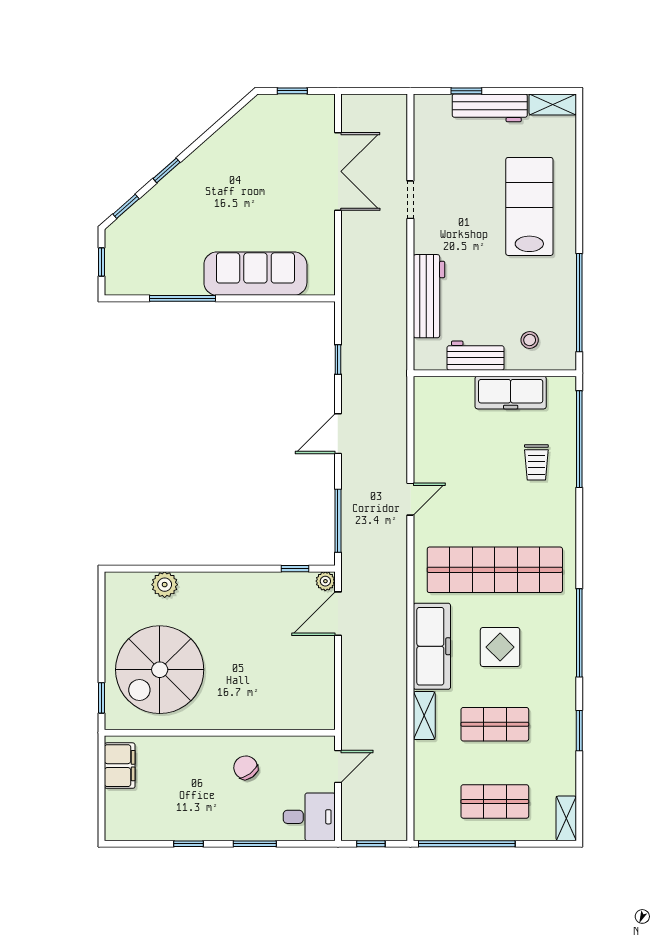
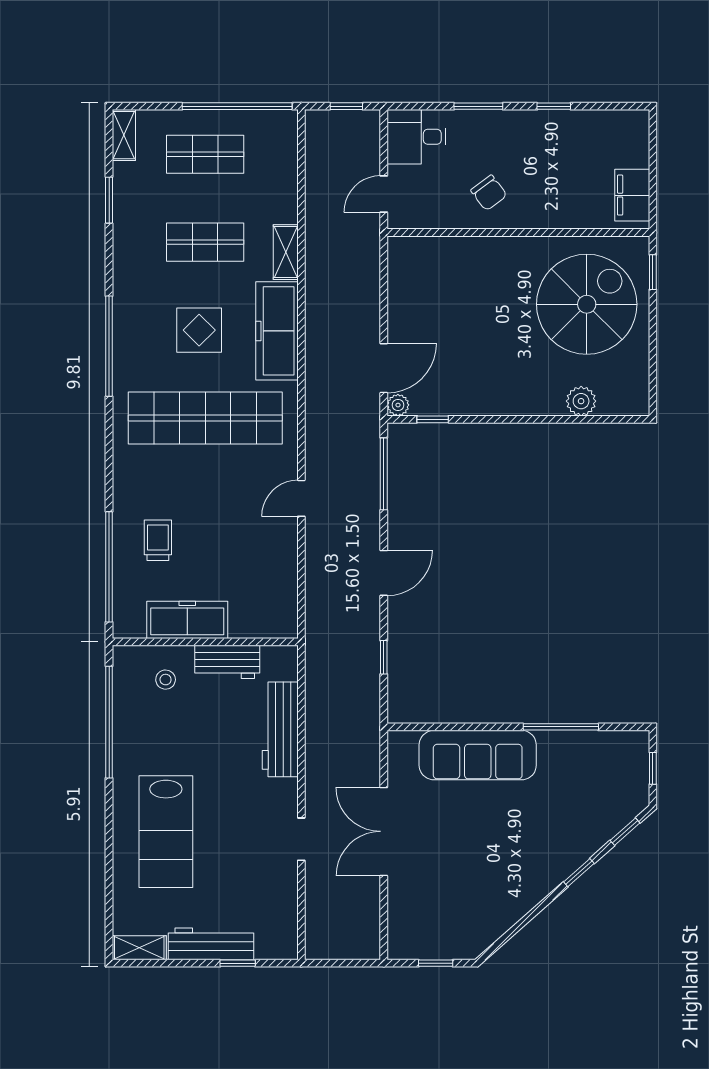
double door: (338, 171) -> (384, 831), moved
window: (579, 731) -> (109, 200), moved

